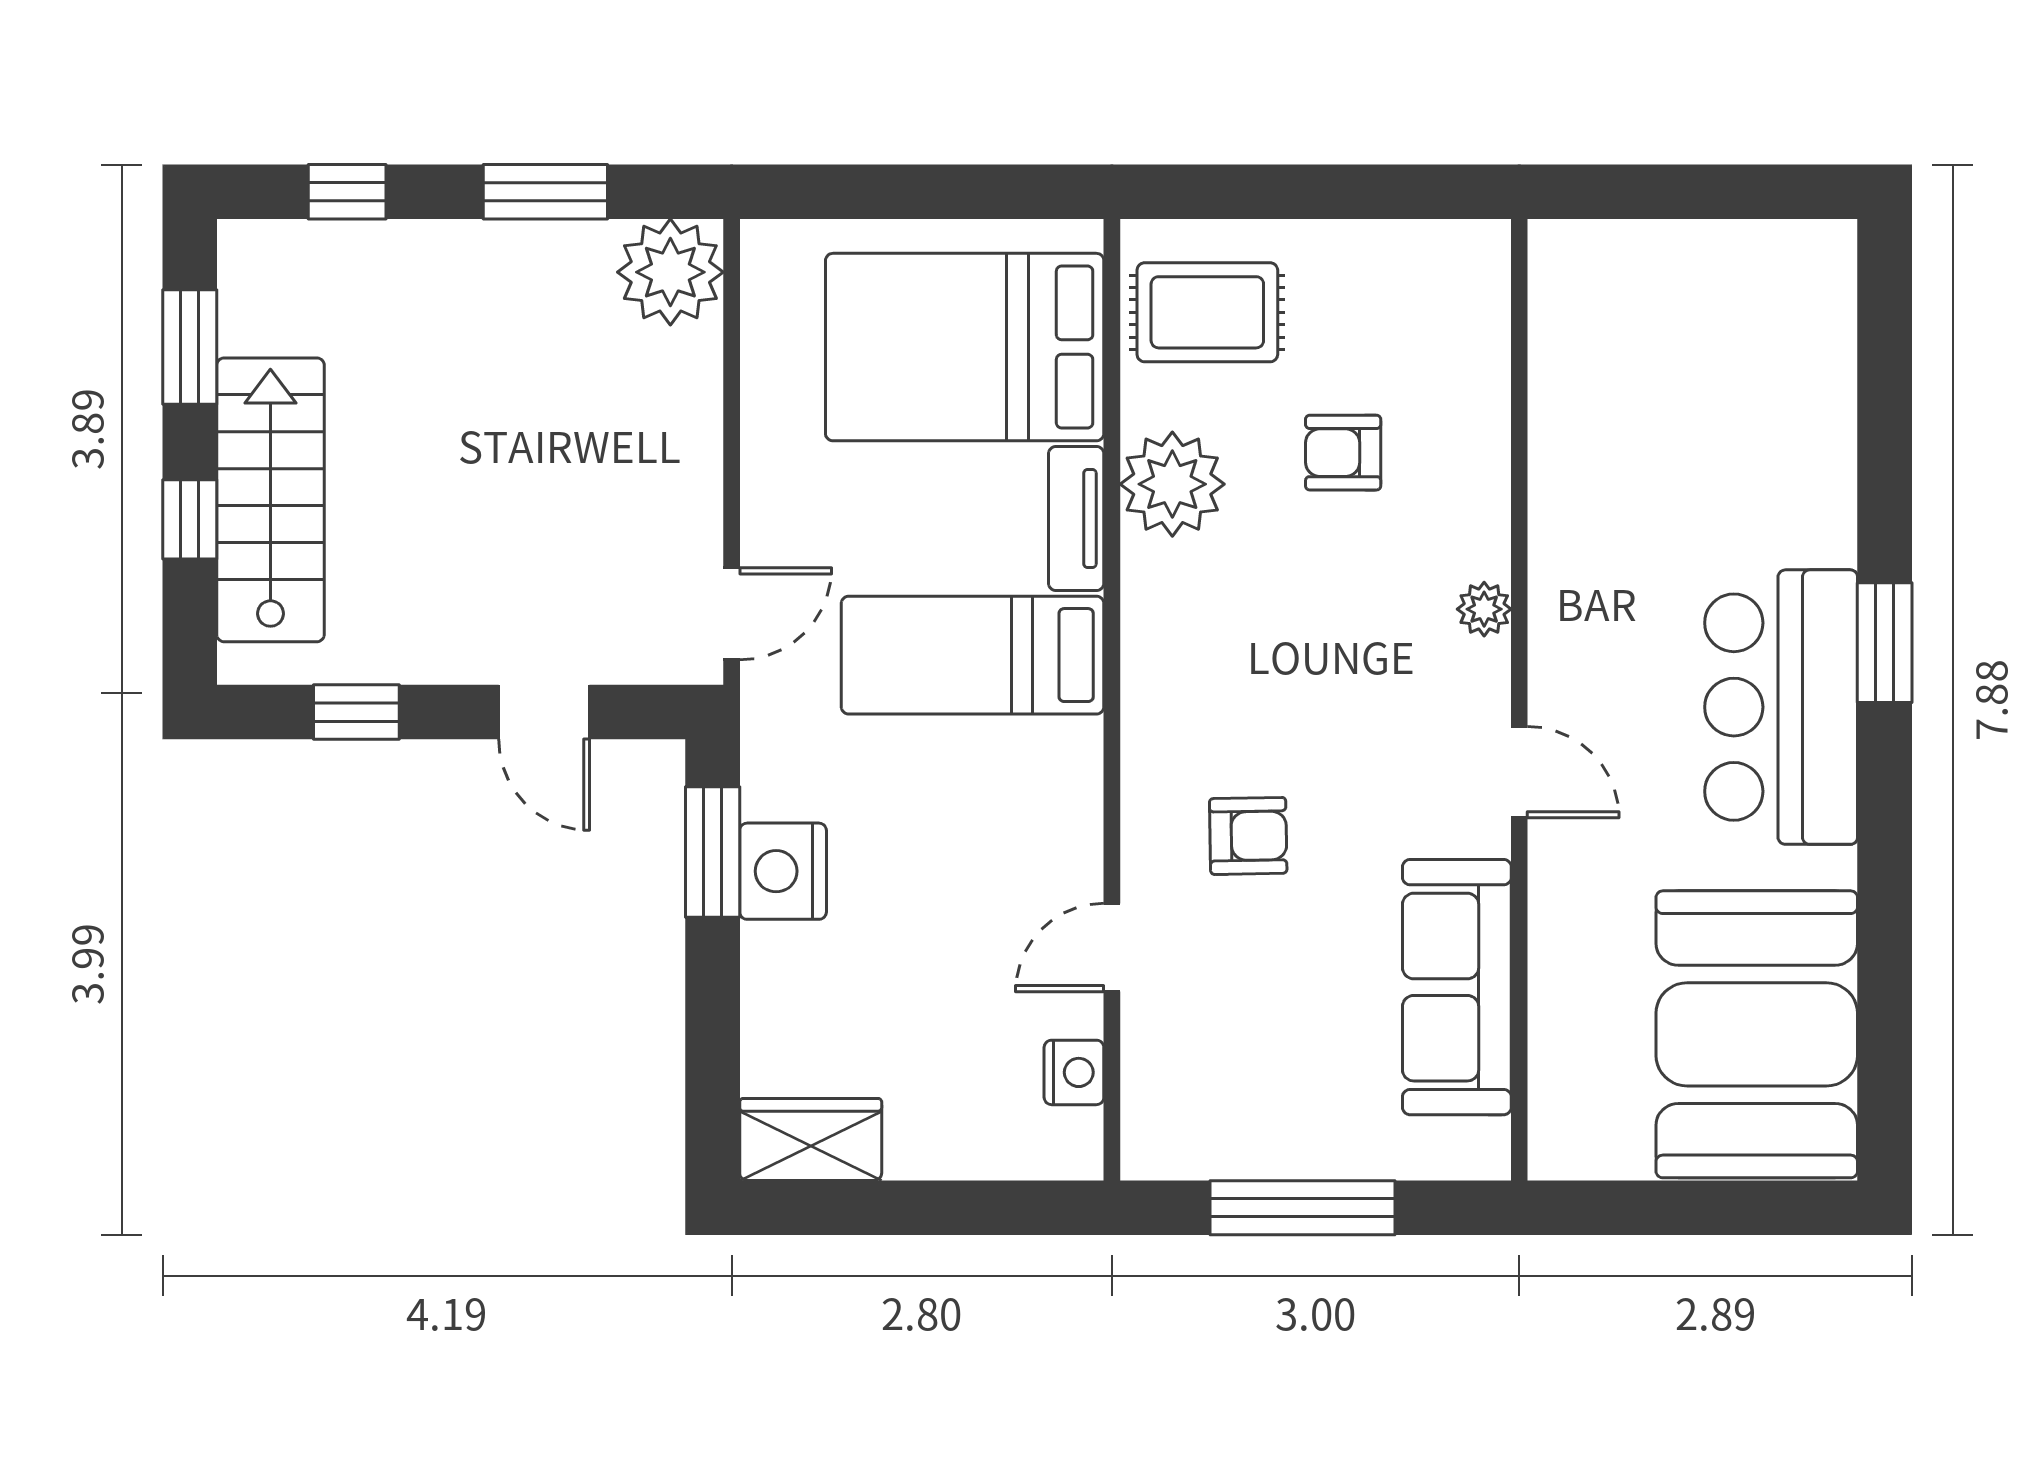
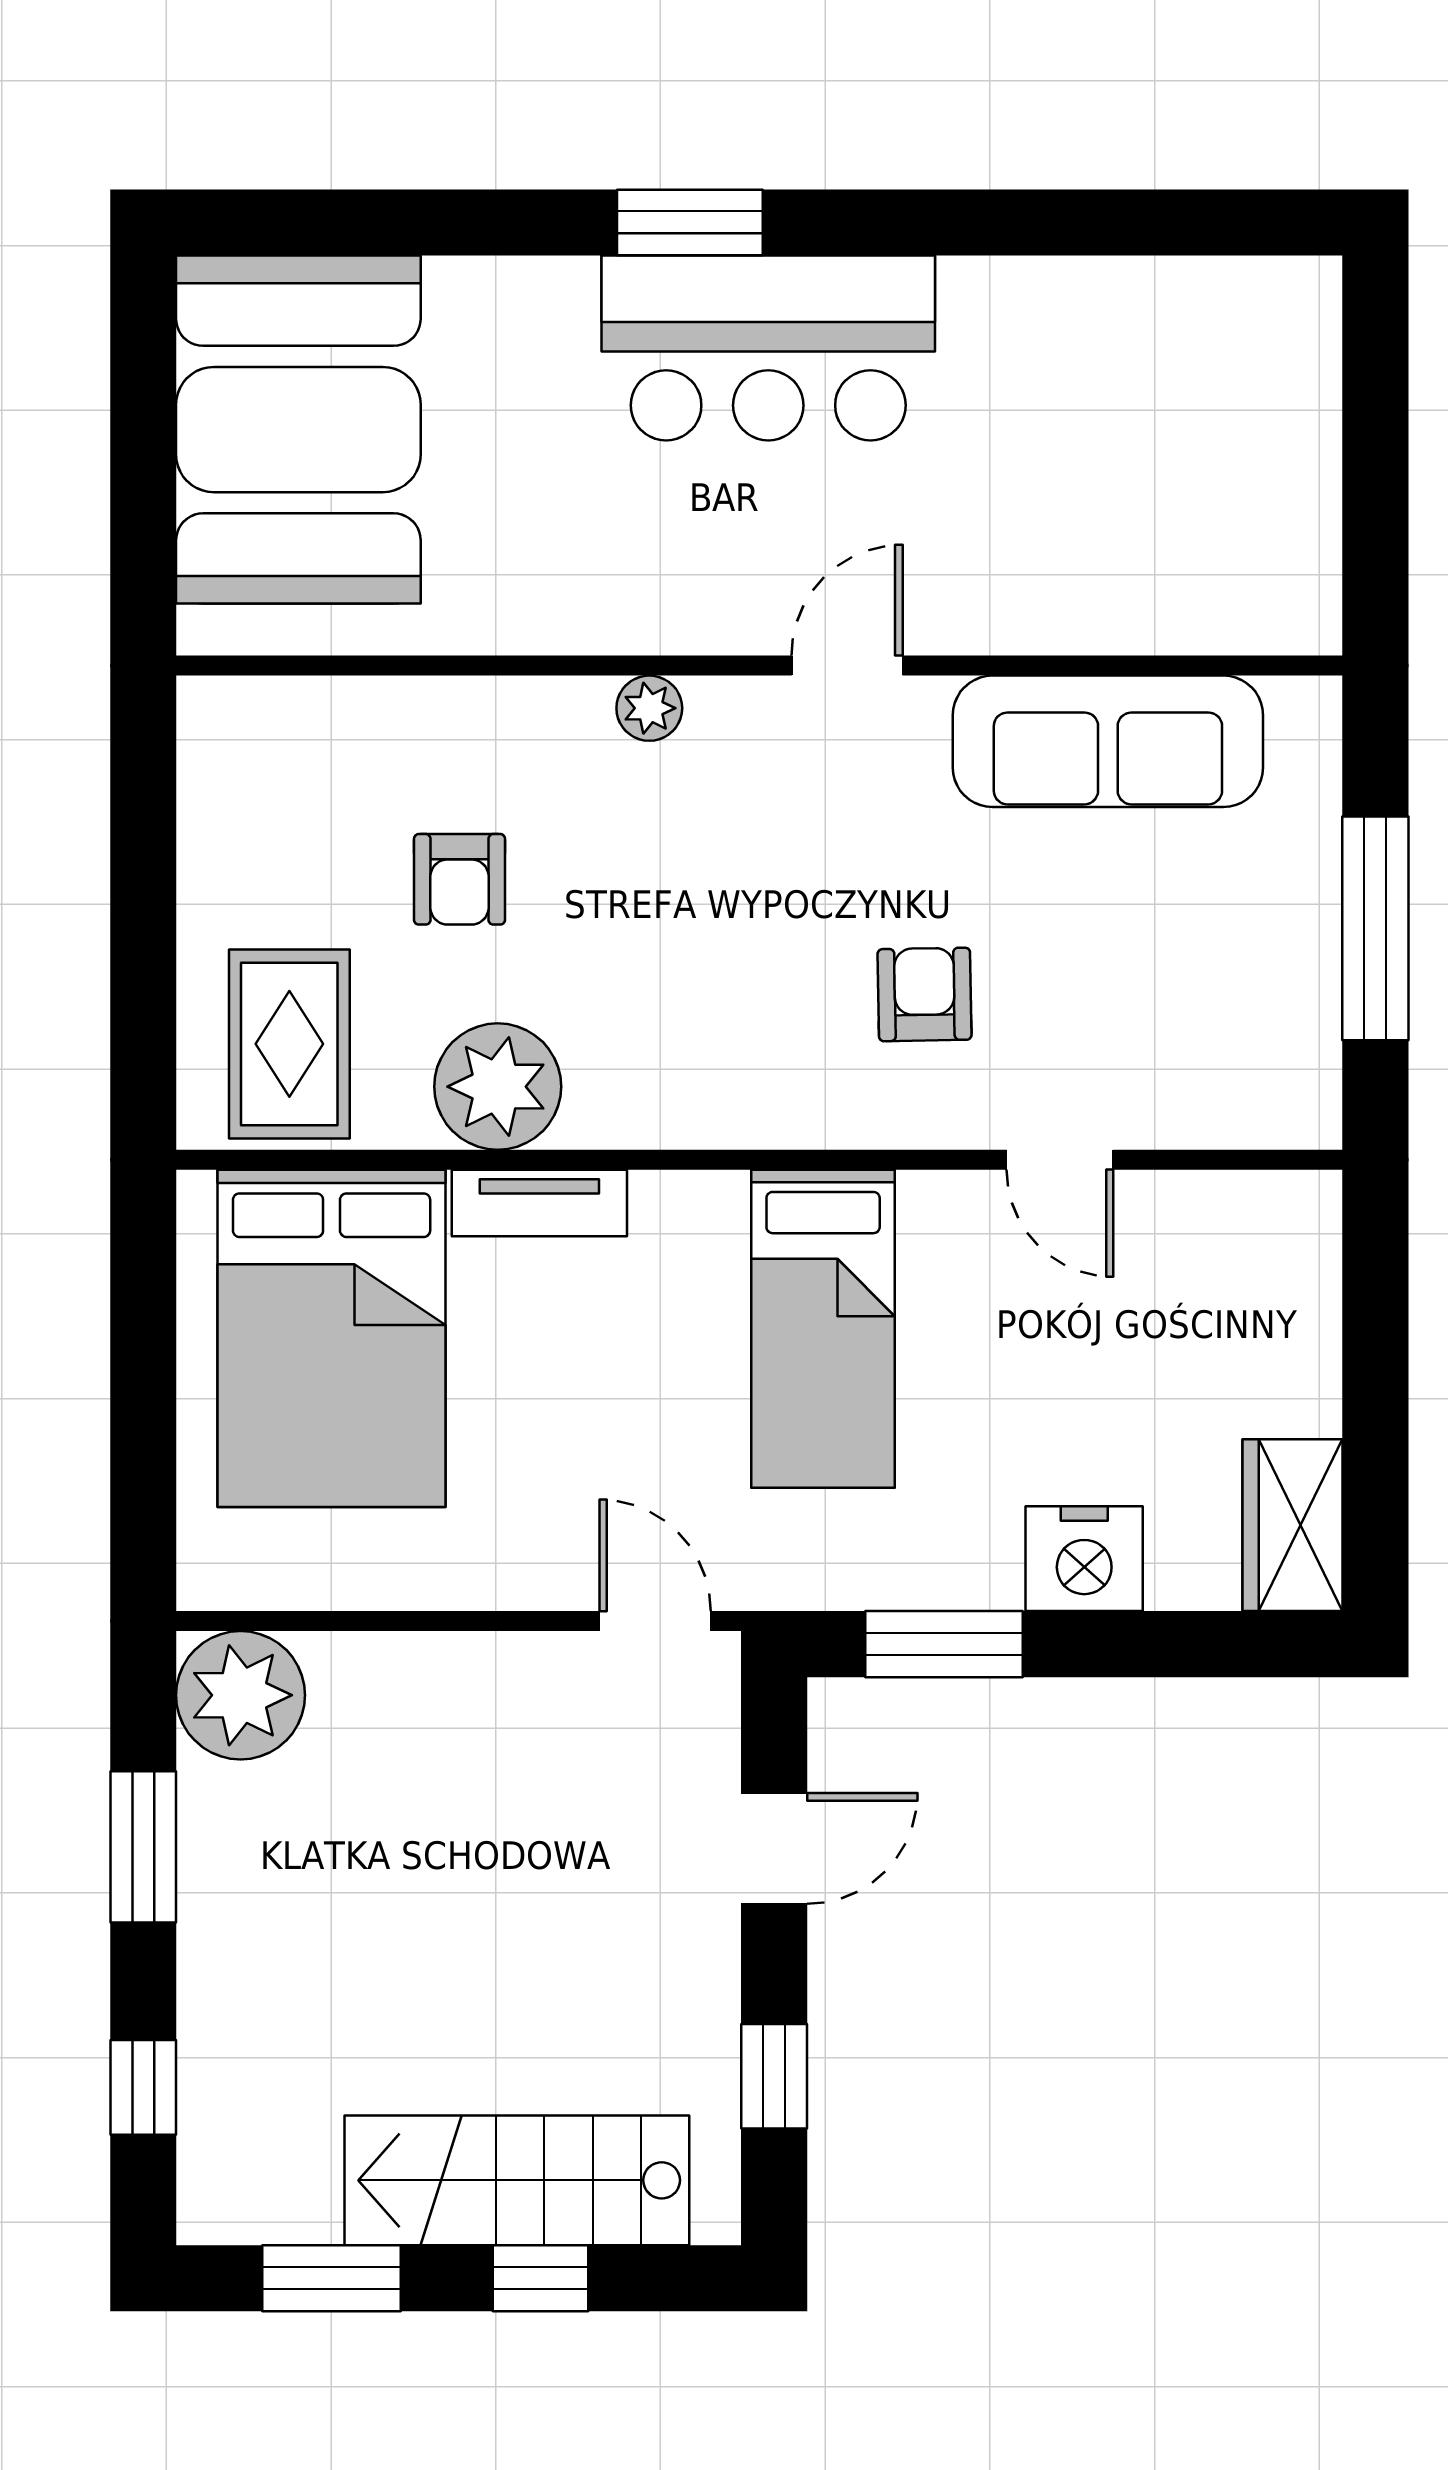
bed: (973, 655) -> (823, 1329), moved
nightstand: (783, 871) -> (1084, 1559), moved
booth: (1757, 1034) -> (298, 430), moved, turned 90
nightstand: (1074, 1072) -> (1211, 1206), removed

